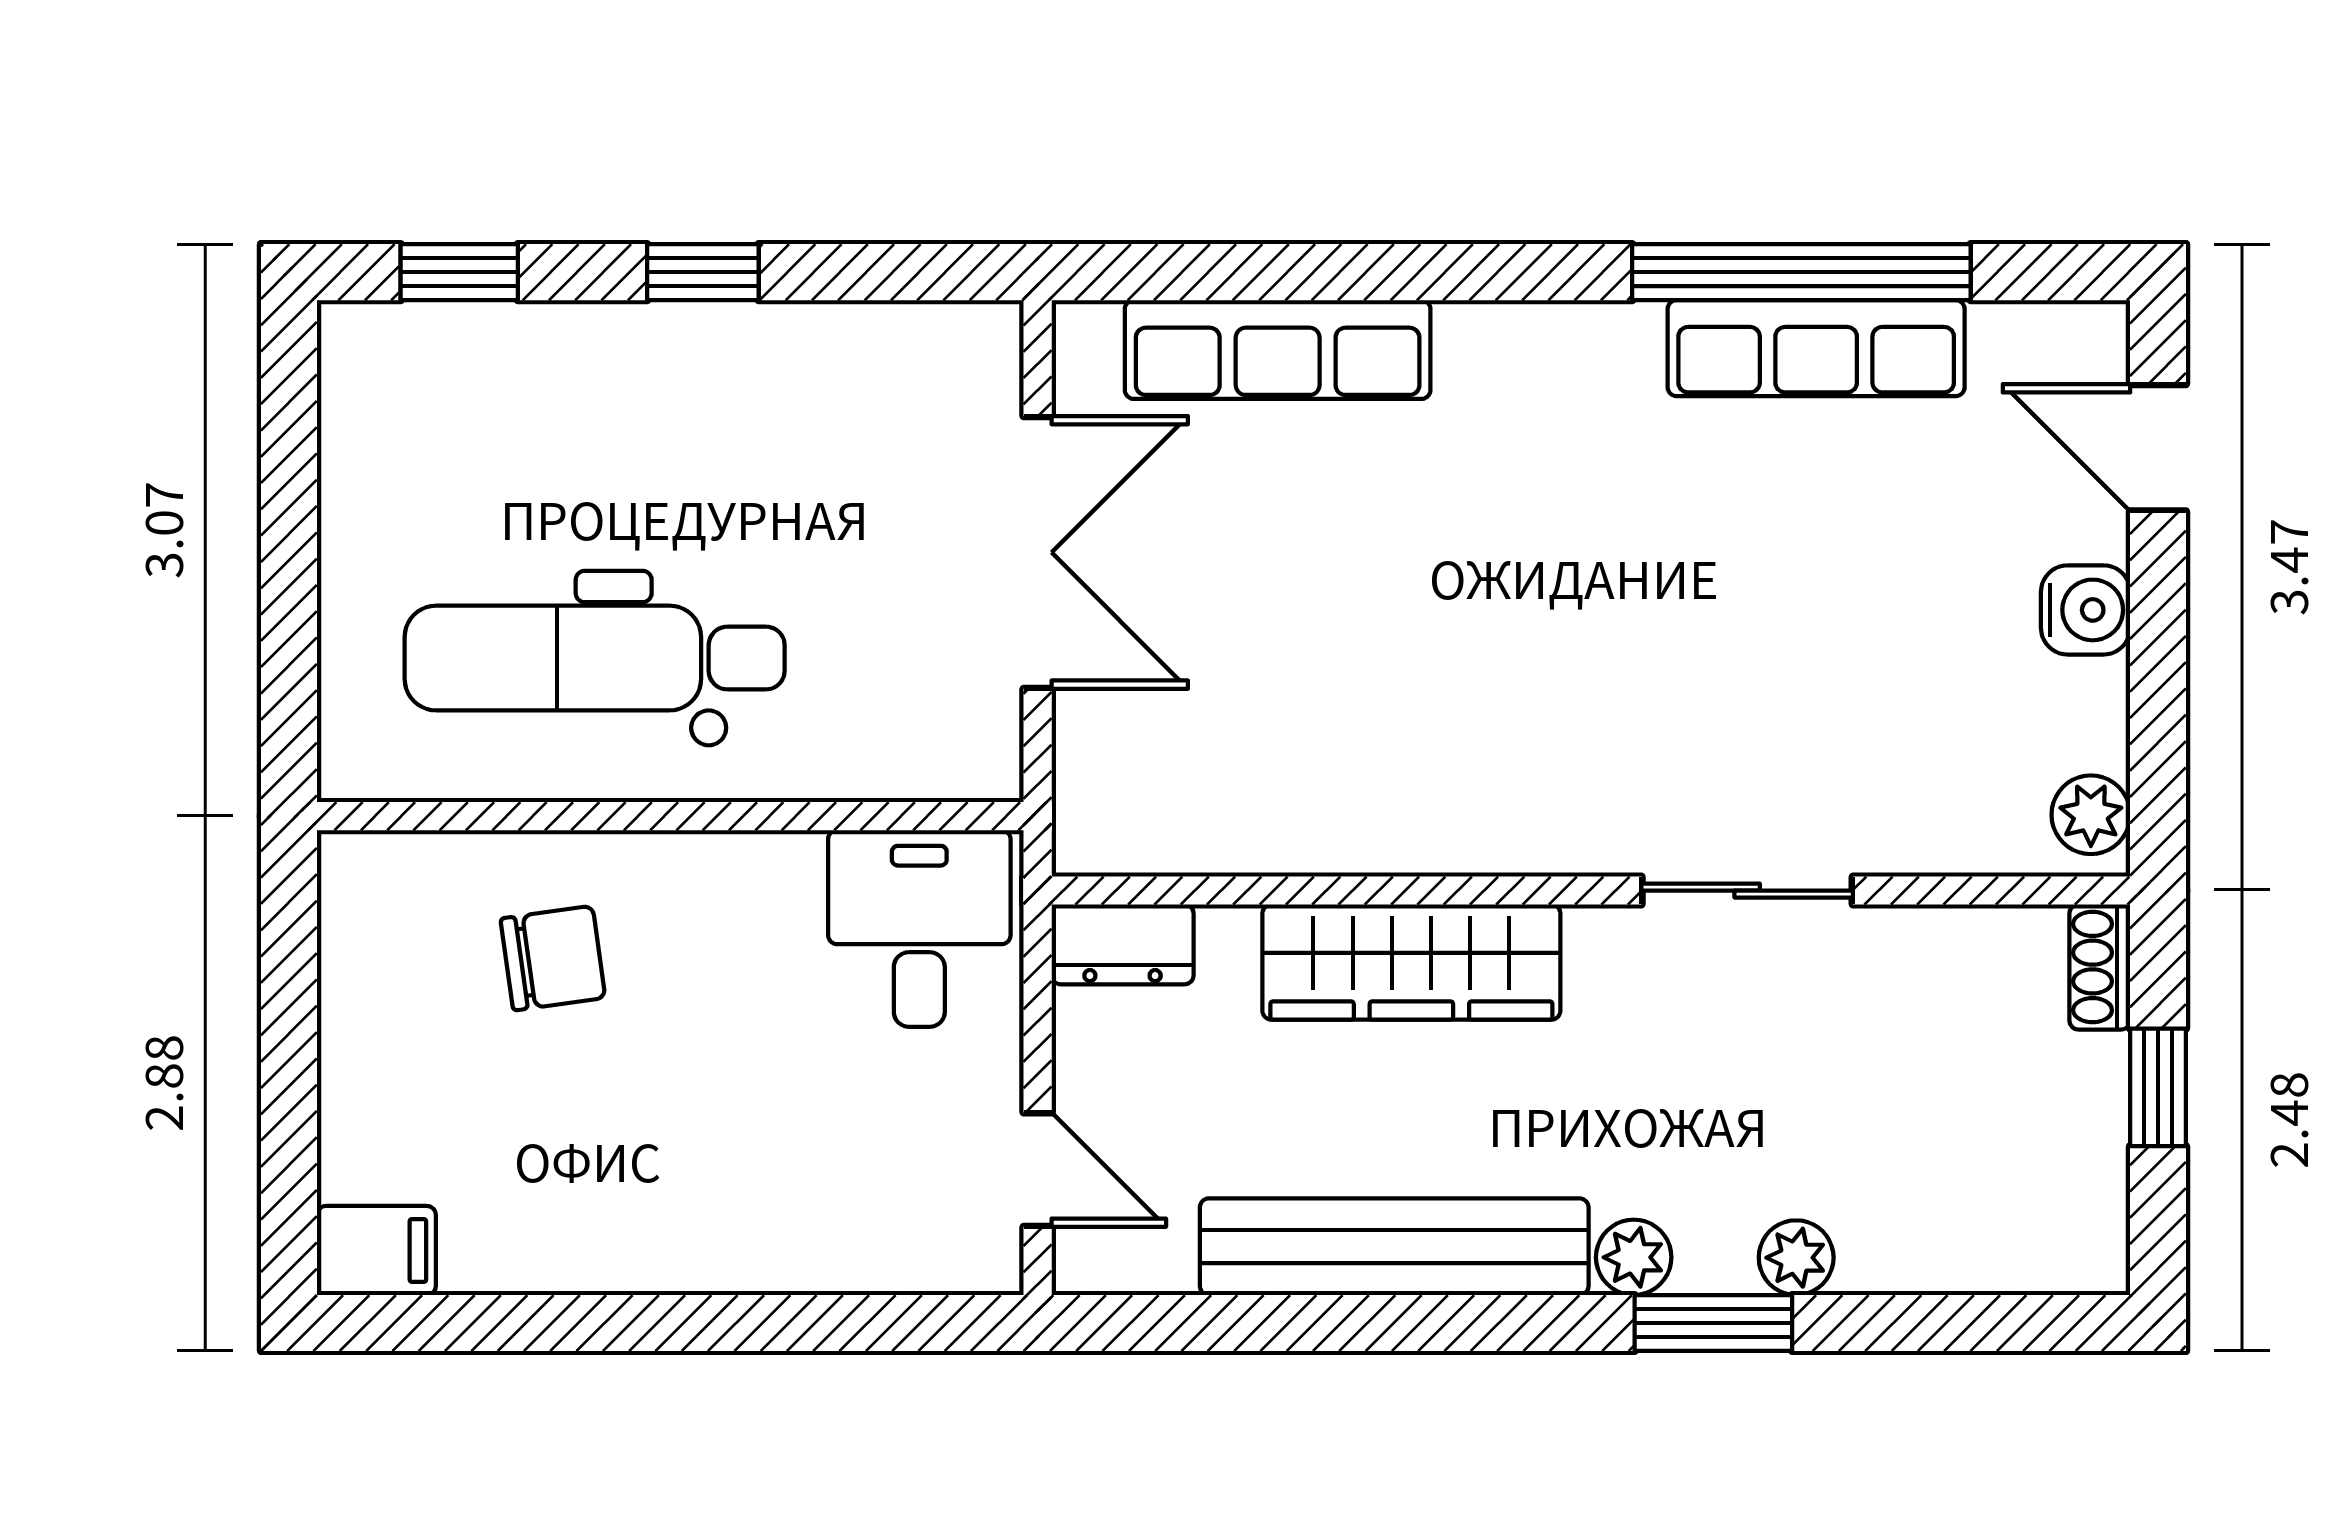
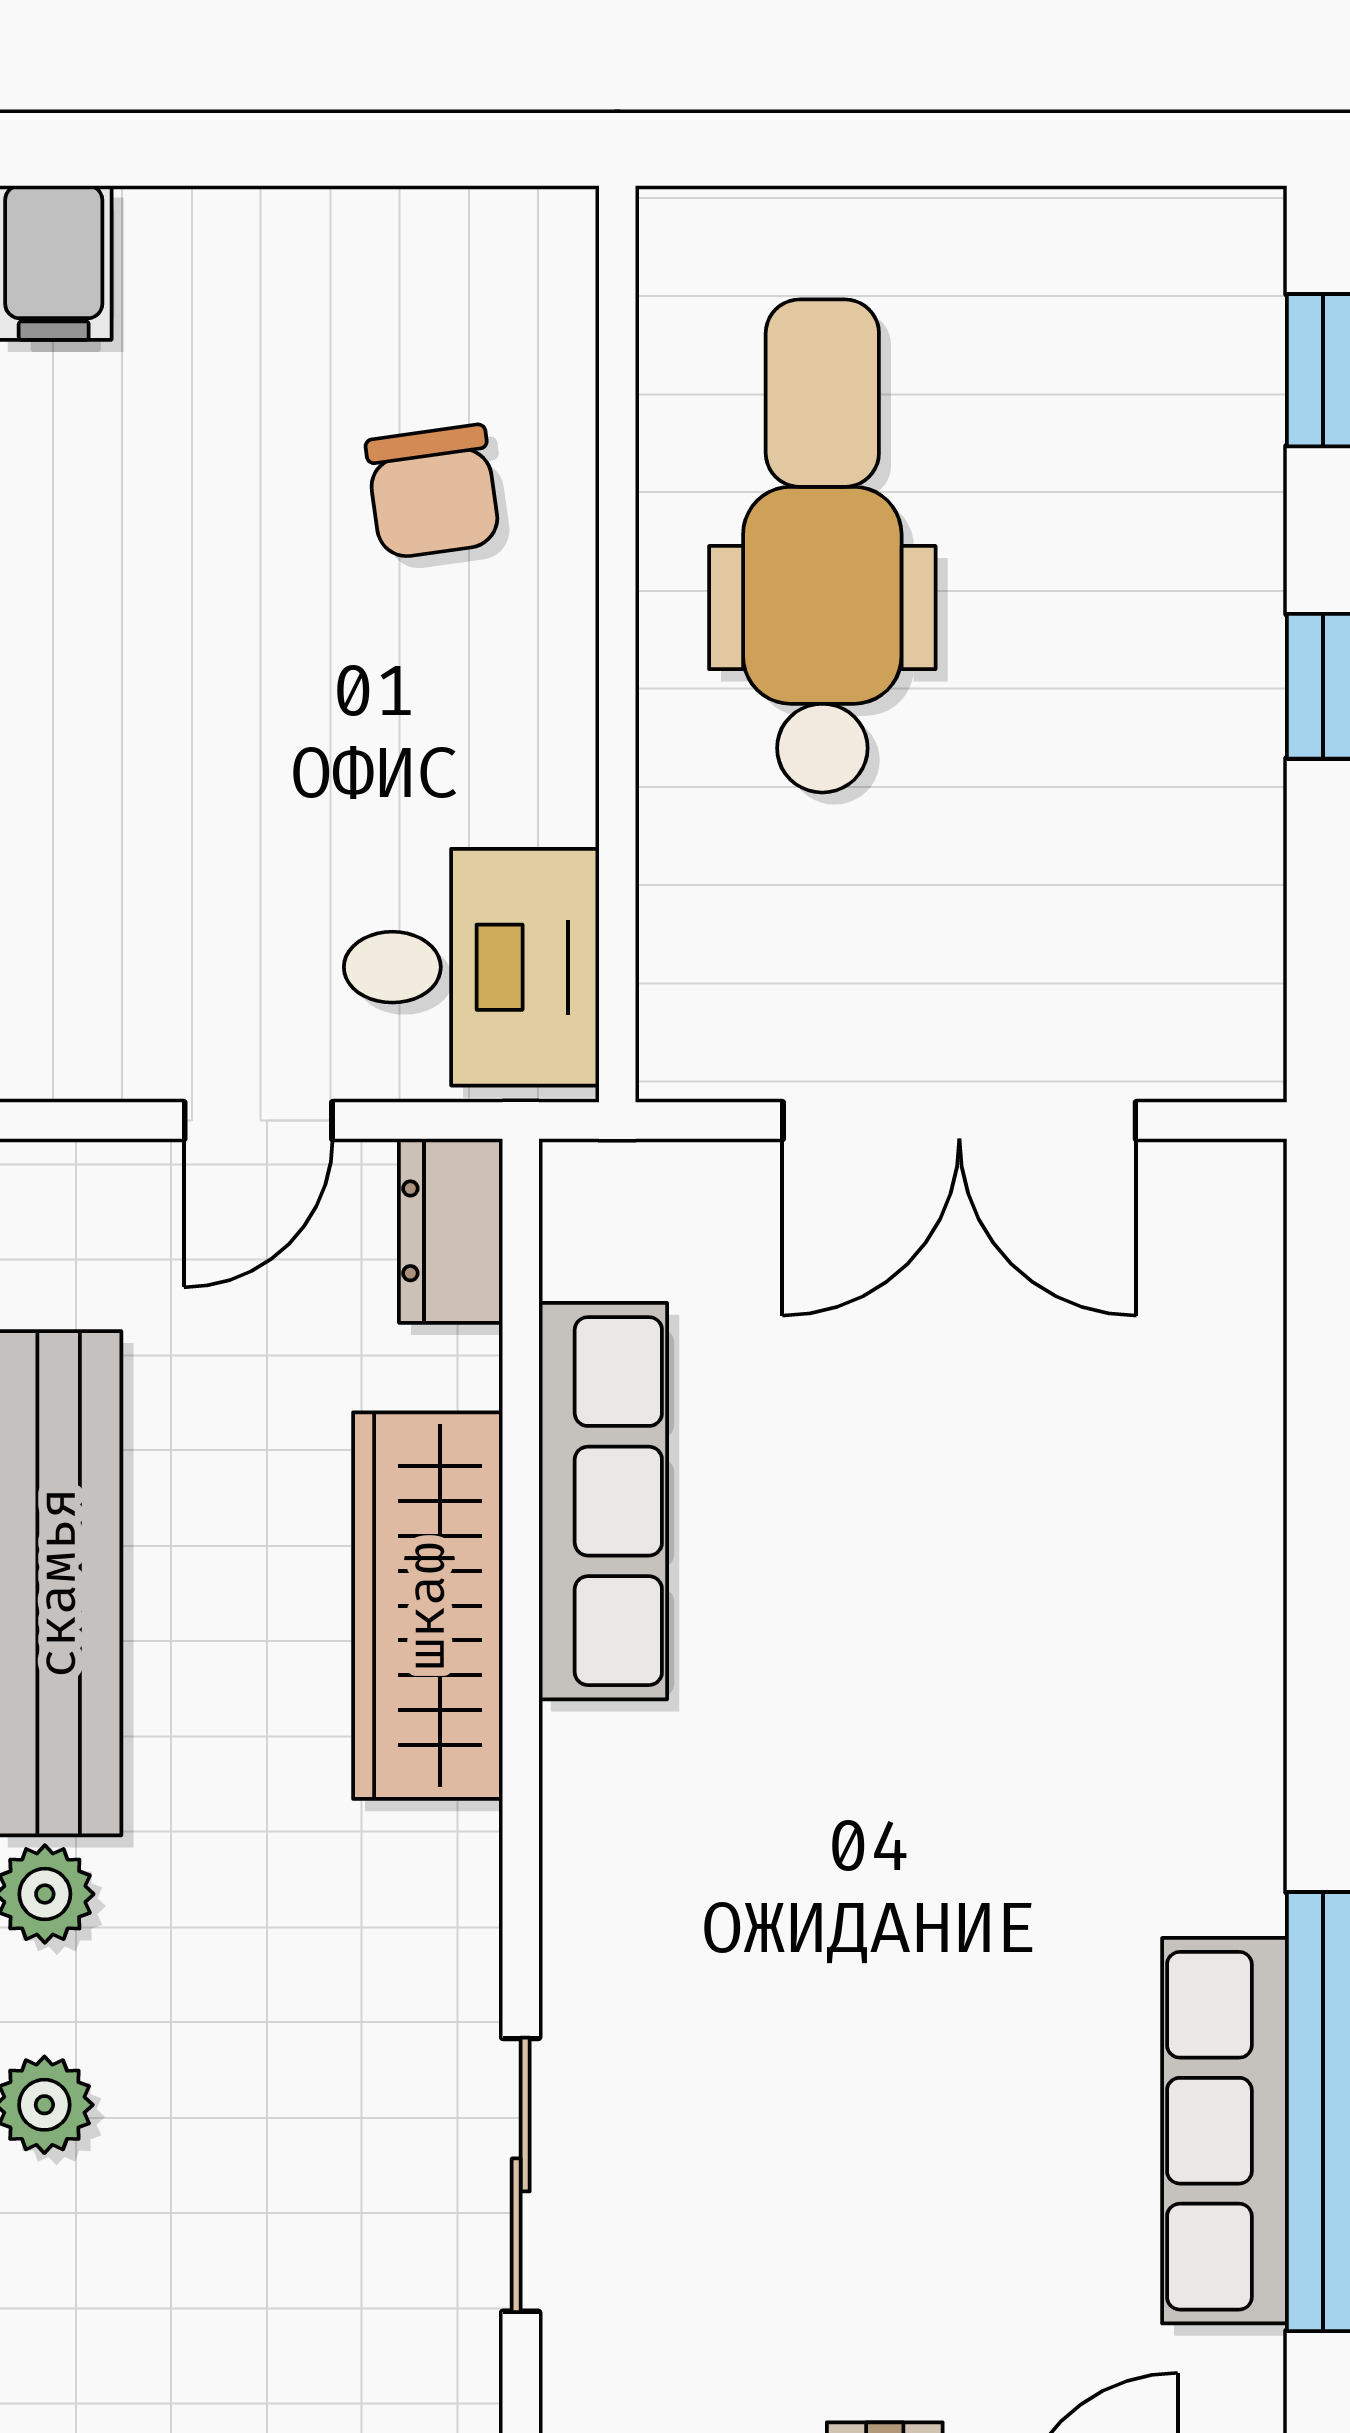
row of seats: (1278, 349) -> (603, 1501), moved, turned 180
sliding door: (1747, 891) -> (521, 2175), moved
door: (1038, 1170) -> (258, 1121), moved

